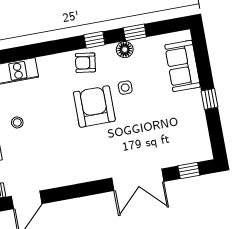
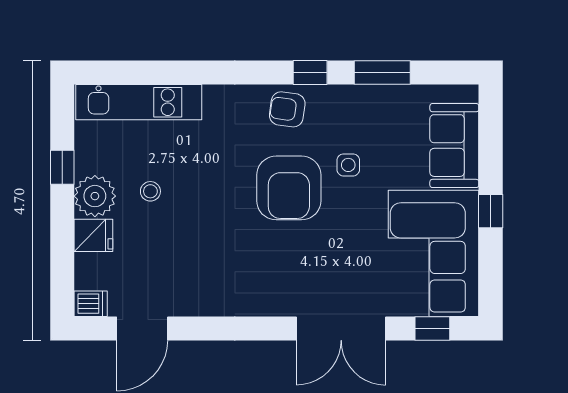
window: (135, 32) -> (382, 73), width x1.50
floor lamp: (125, 50) -> (359, 99), removed
armchair: (94, 106) -> (289, 188), turned 180
corner sofa: (182, 128) -> (434, 253), added

